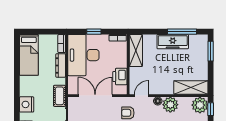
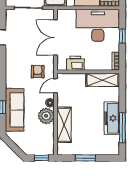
window: (211, 51) -> (85, 158), moved
shelving: (191, 87) -> (64, 125), moved
double door: (95, 96) -> (56, 37), swing flipped
door: (141, 96) -> (56, 86), swing flipped
plant: (200, 105) -> (46, 147), removed

